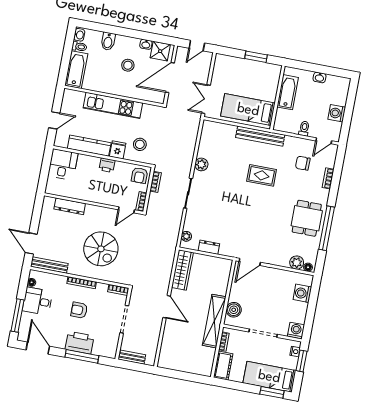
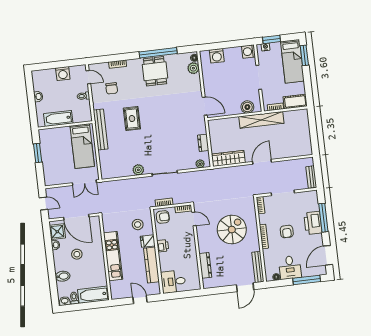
dining table: (307, 218) -> (155, 71), turned 90

